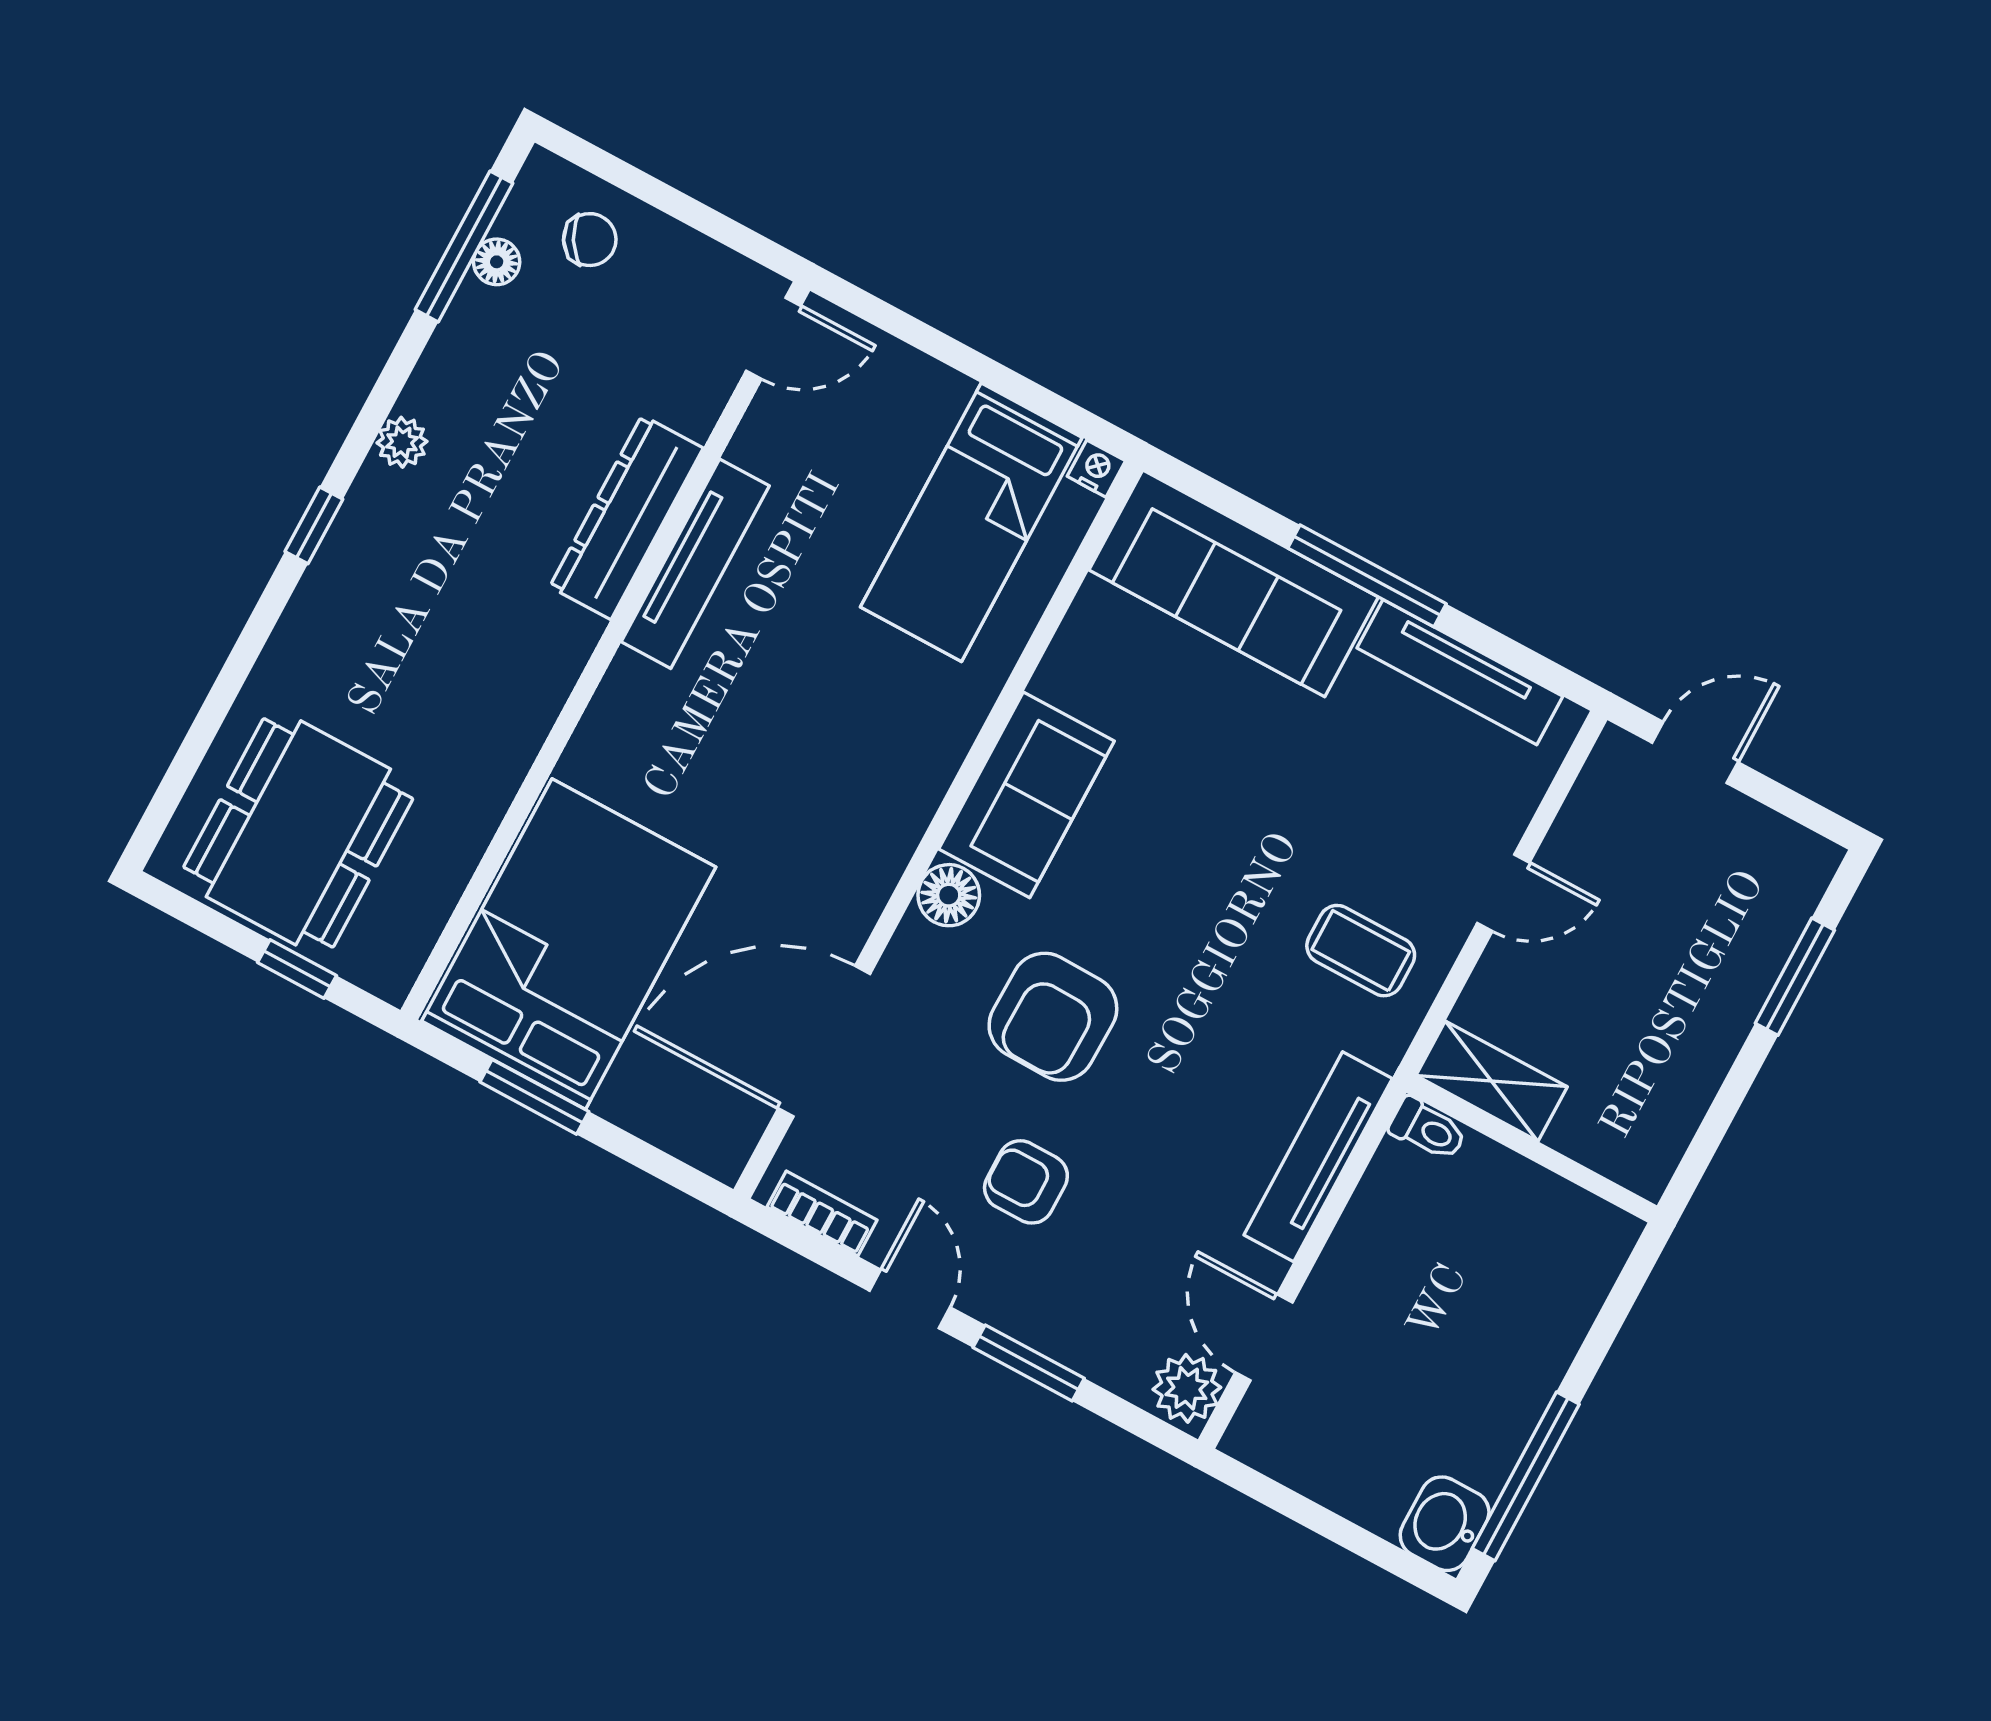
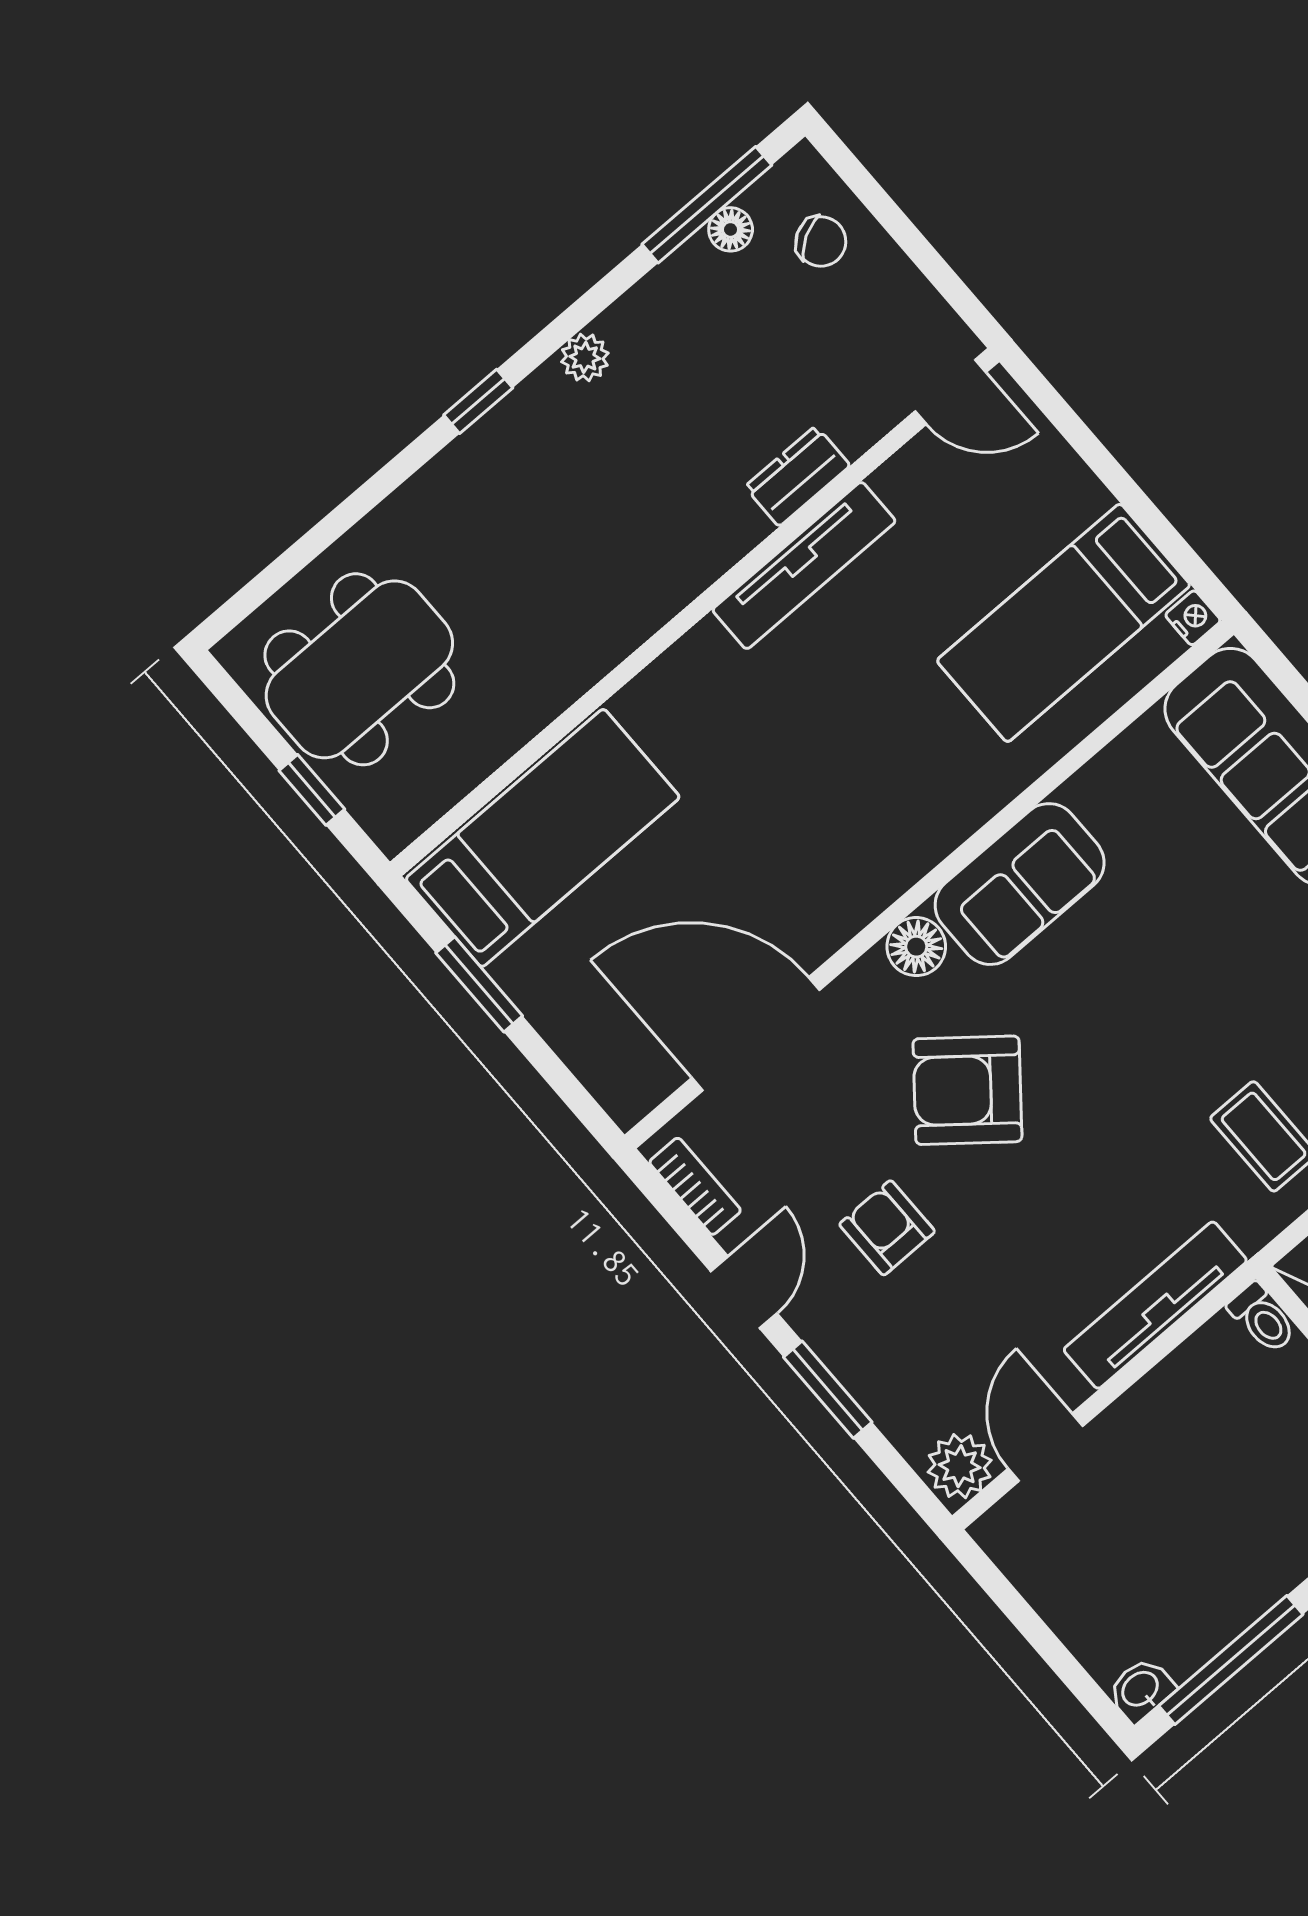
dresser: (626, 517) -> (797, 476), width x0.51, depth x0.80
bed: (569, 944) -> (543, 838), width x0.67
armchair: (1053, 1017) -> (967, 1090), turned 38
washbasin: (1445, 1524) -> (1141, 1690), width x0.72, depth x0.69

